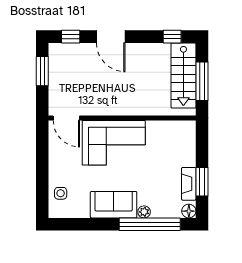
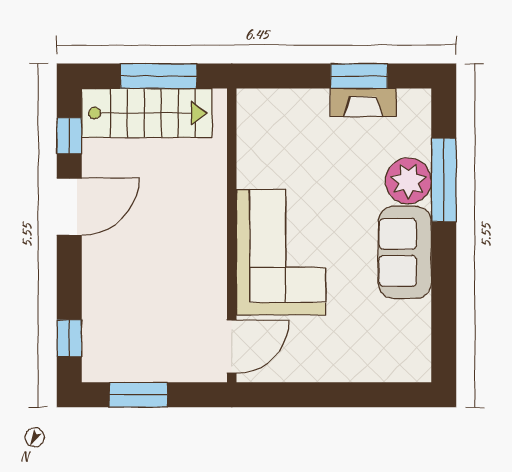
door: (111, 37) -> (69, 207), moved
side table: (61, 193) -> (382, 358), removed
floor lamp: (189, 211) -> (417, 102), removed
plant: (144, 212) -> (408, 181), width x1.87, depth x1.87
window: (150, 224) -> (444, 180), width x0.68

